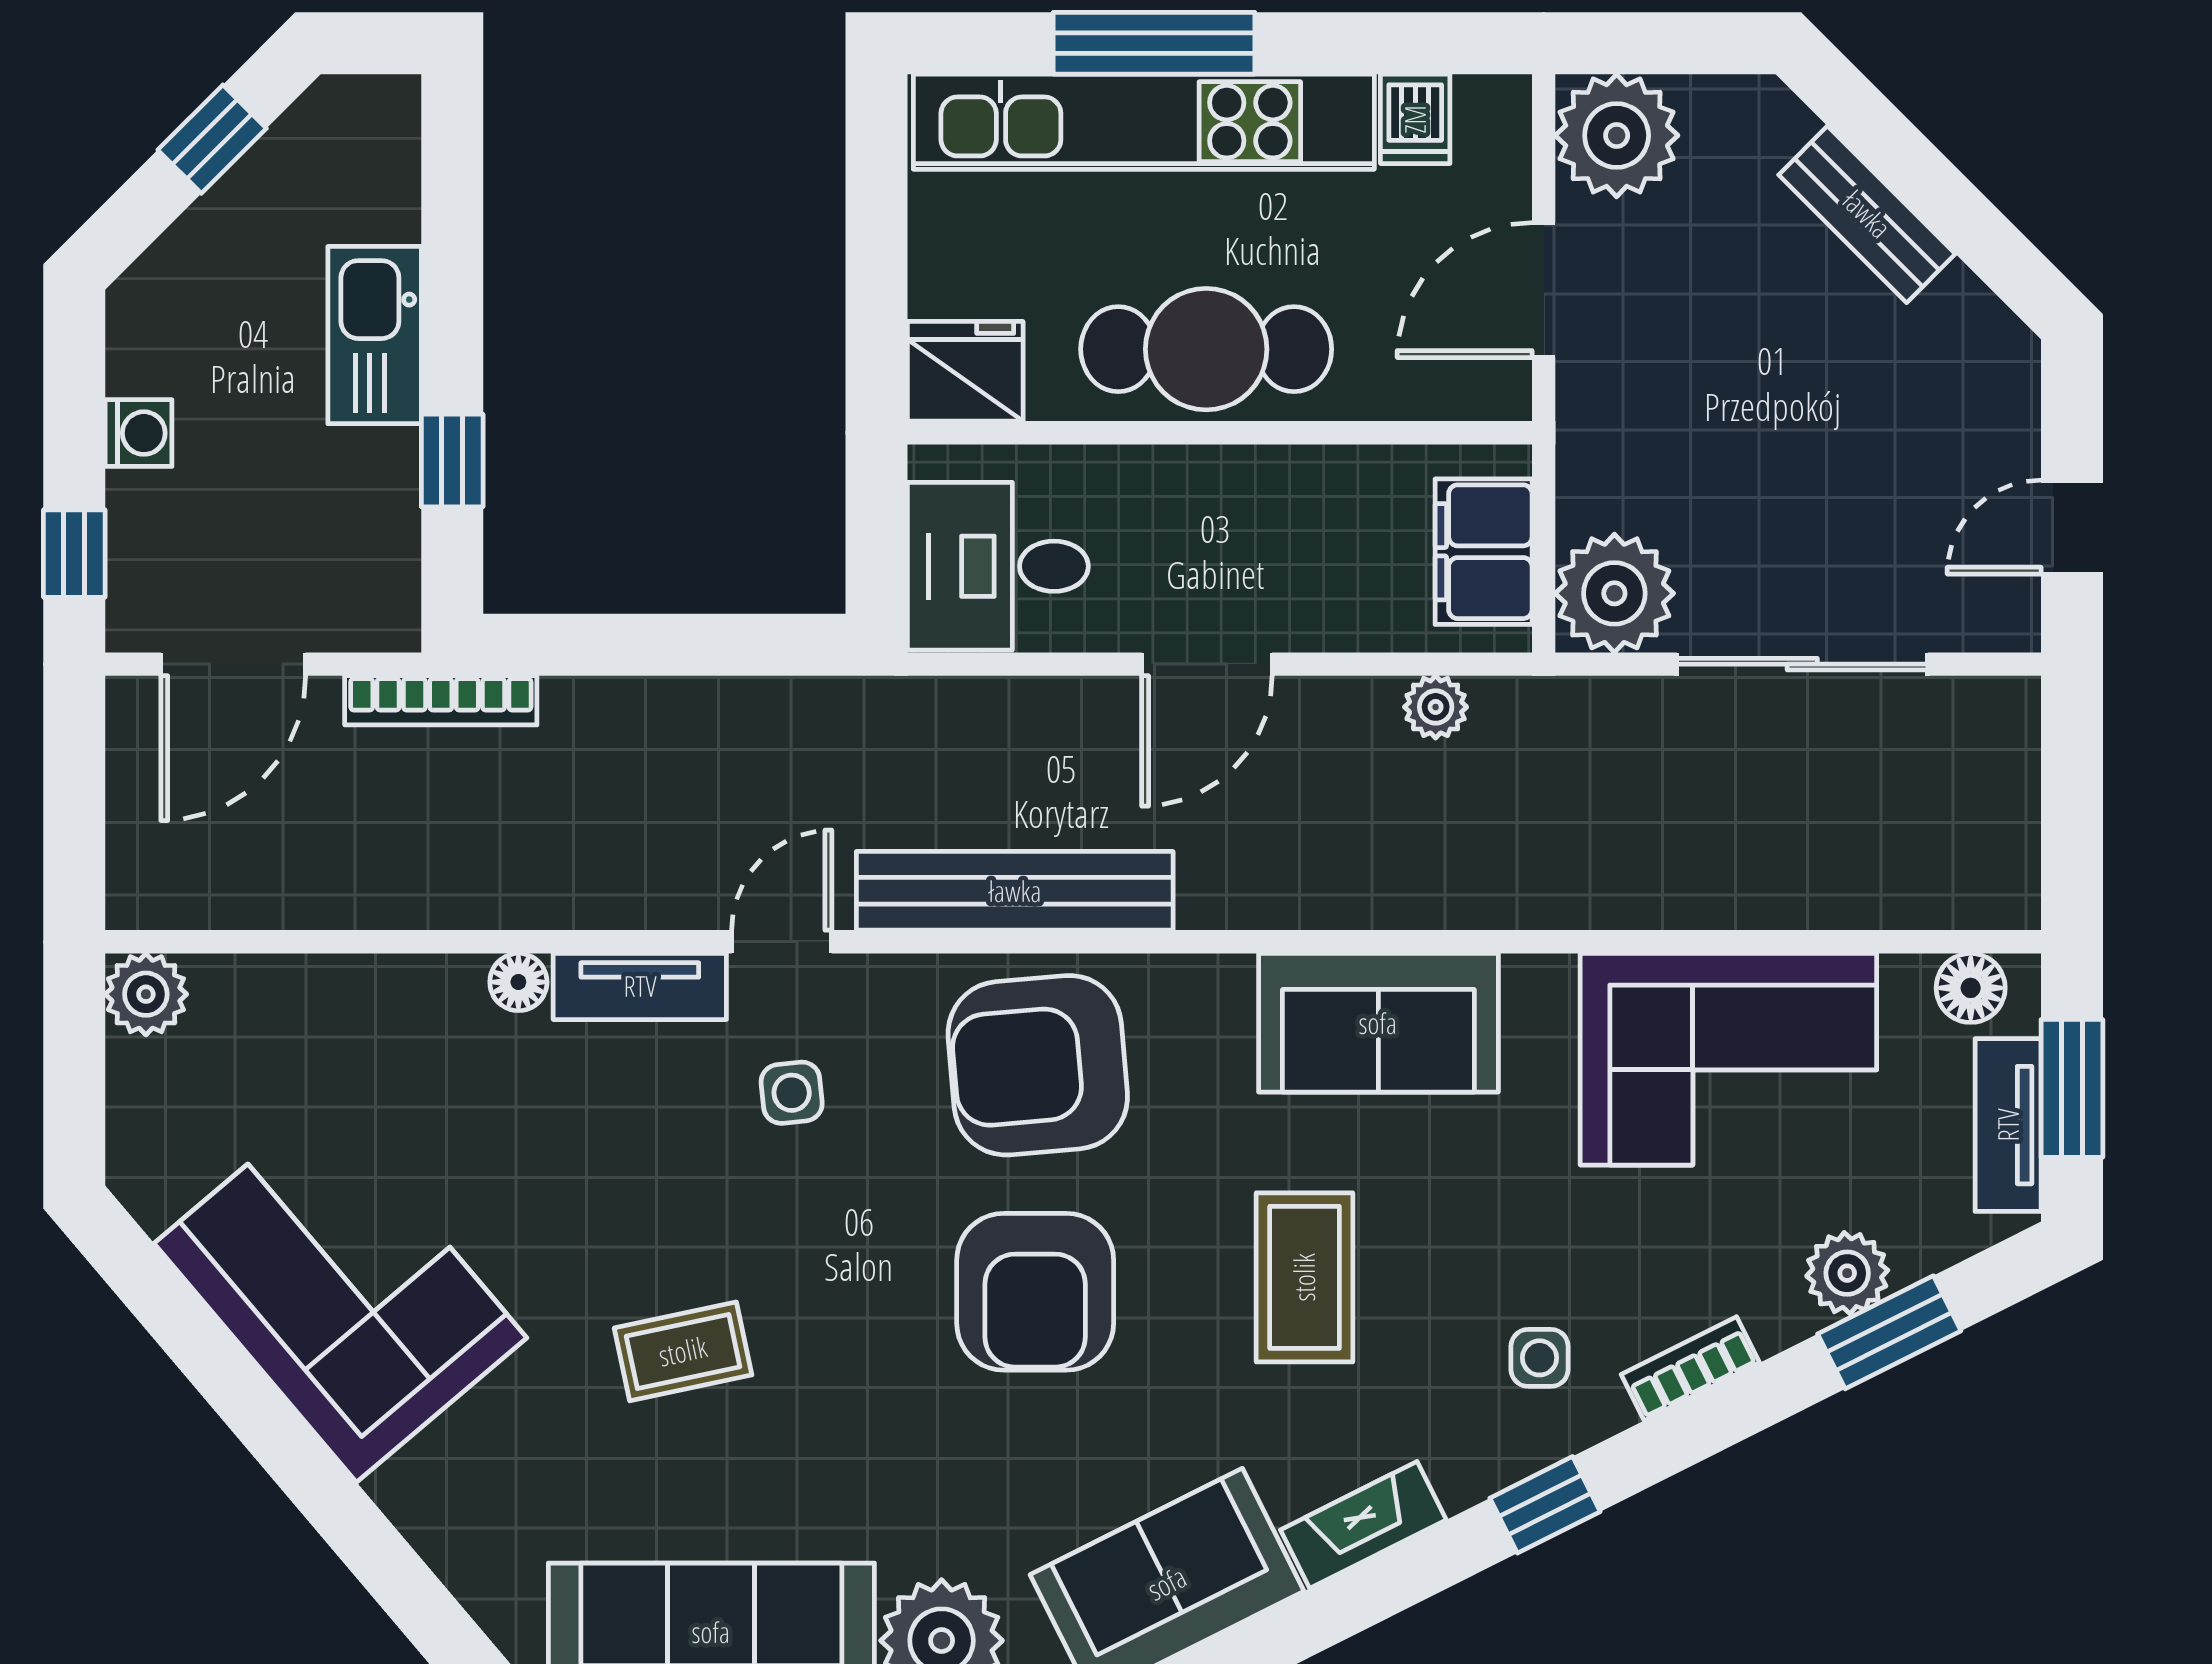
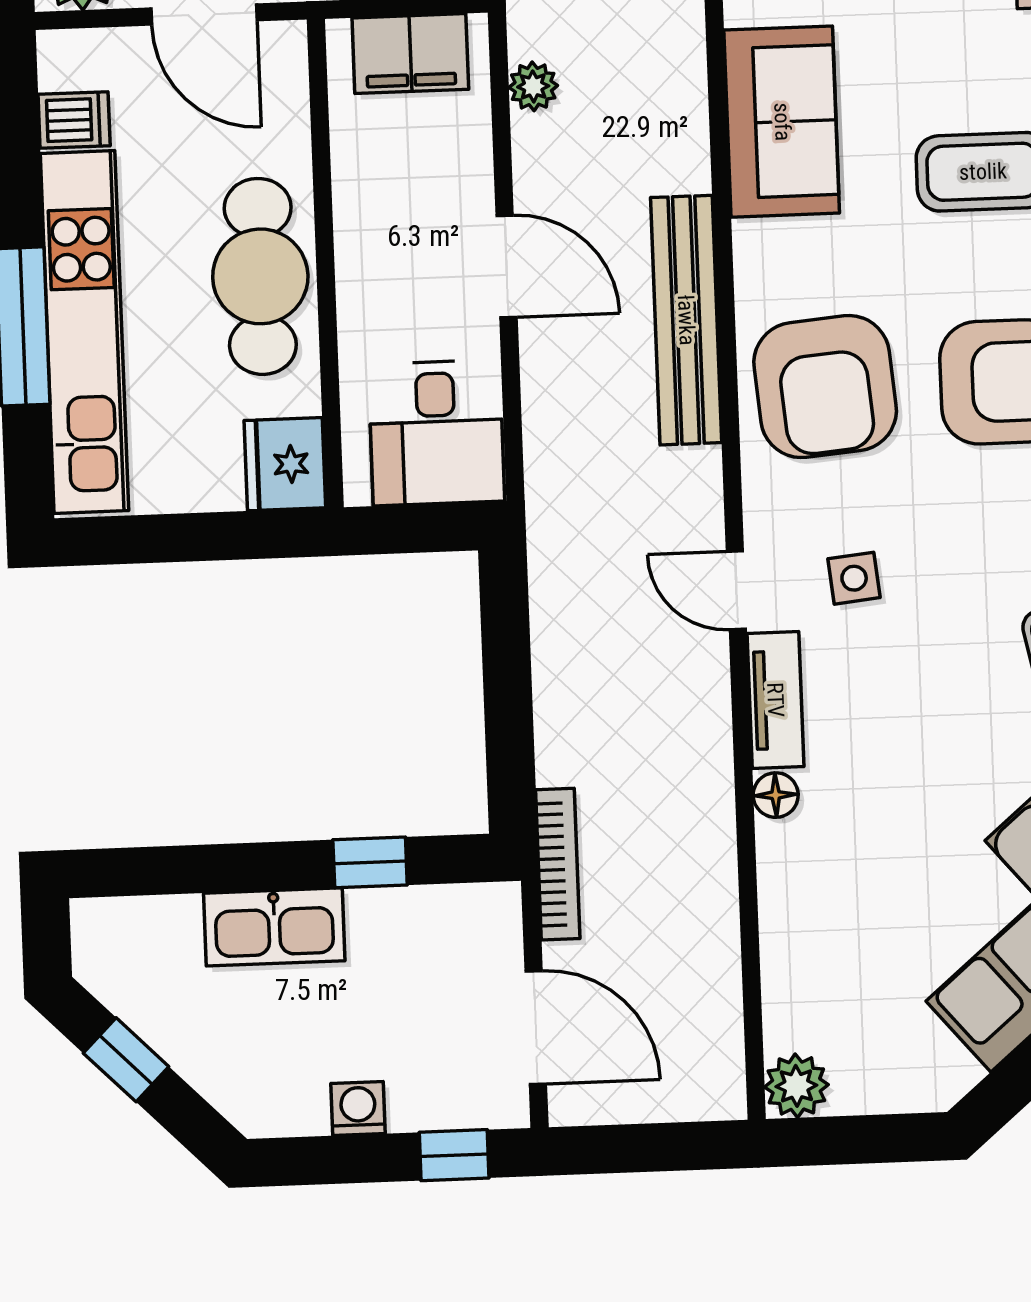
bench: (1015, 891) -> (686, 320), moved

